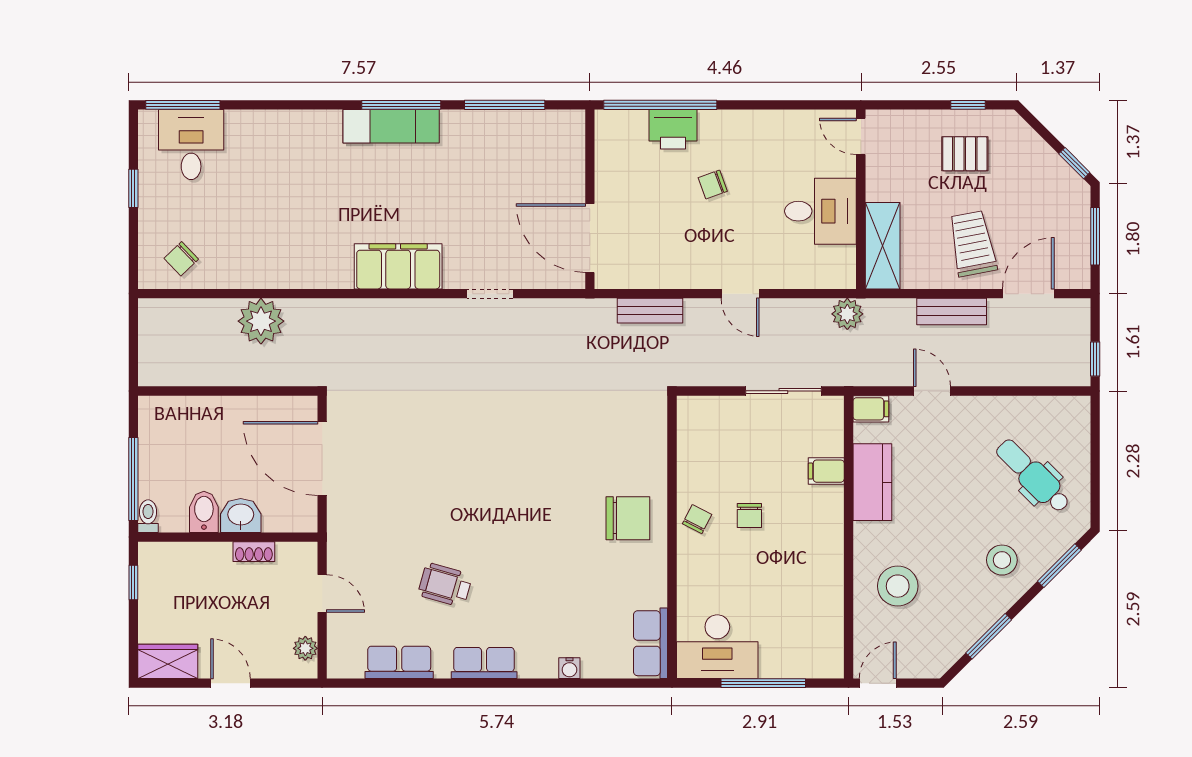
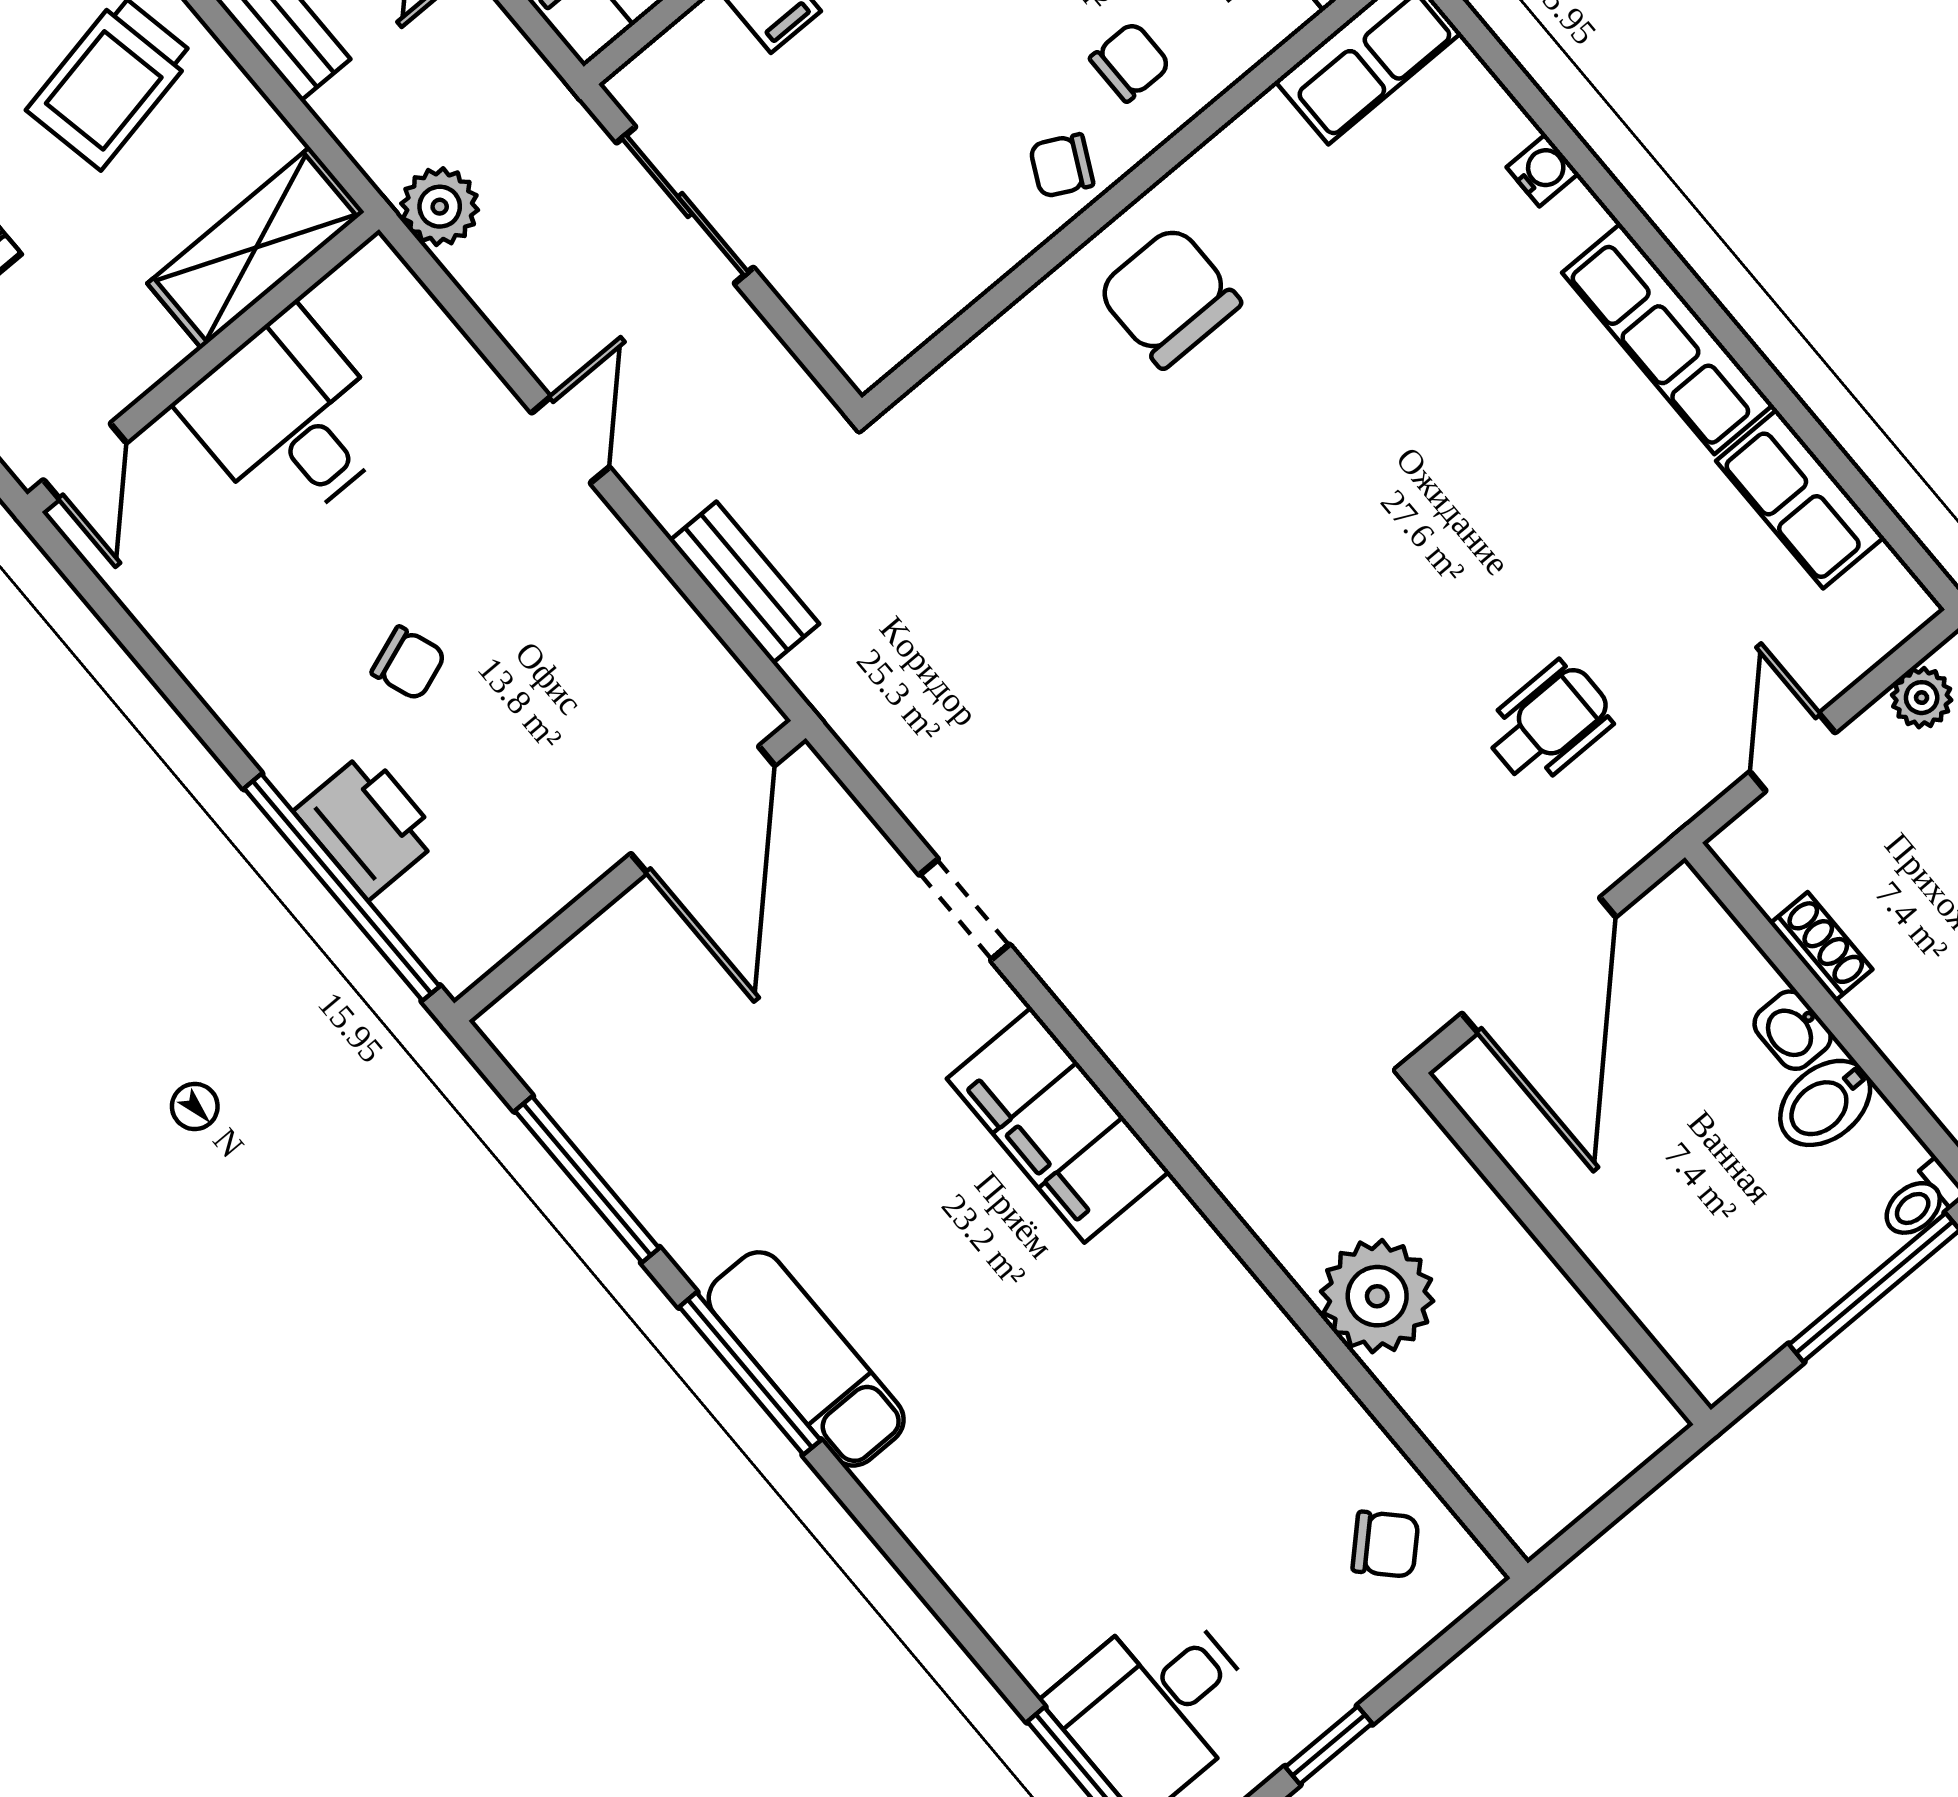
washbasin: (241, 515) -> (1793, 1030), width x0.72, depth x0.69
chair: (749, 516) -> (1130, 62), moved
wheelchair: (445, 585) -> (1549, 723), moved, turned -106
row of seats: (484, 663) -> (1667, 339), width x1.48

